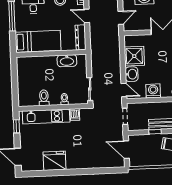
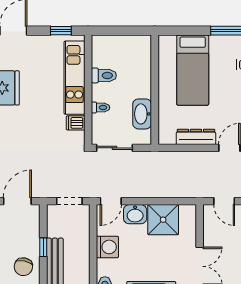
wall: (51, 53) -> (155, 90), moved
washbasin: (67, 61) -> (142, 114), moved

